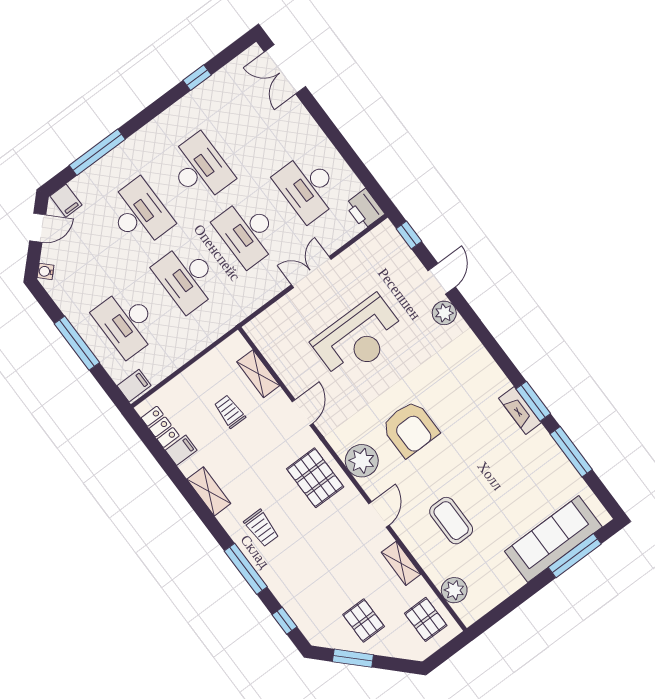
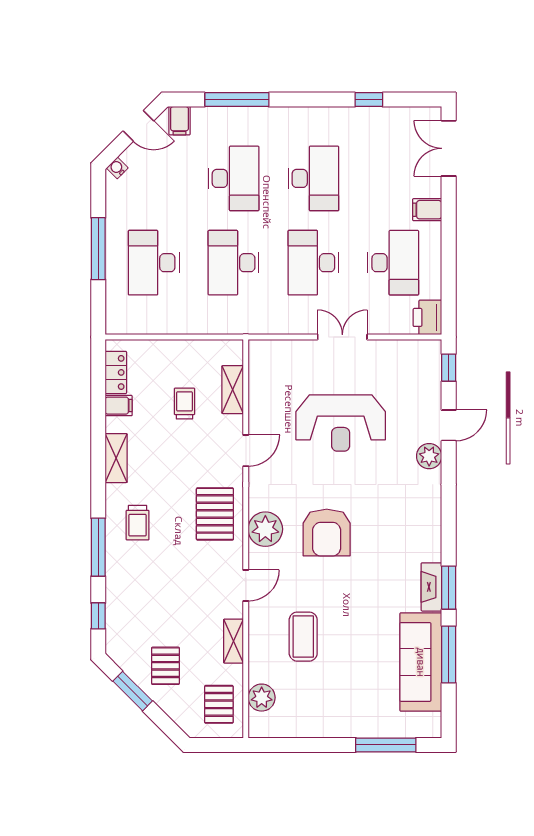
desk: (308, 187) -> (393, 263), turned 180
filing cabinet: (134, 386) -> (427, 210), moved, turned 180
sofa: (553, 539) -> (421, 662), moved, turned -90

